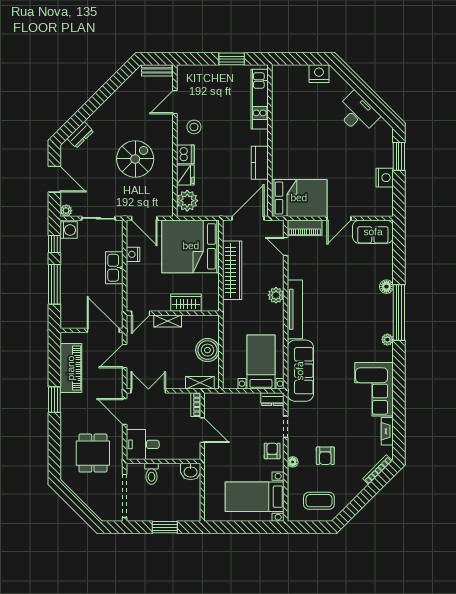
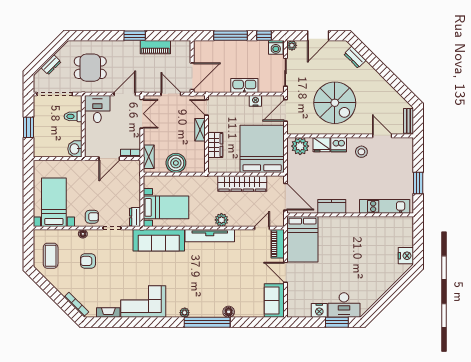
desk: (357, 113) -> (344, 305), moved, turned 45
spiral stairs: (135, 159) -> (335, 103), width x1.37, depth x1.37
piano: (71, 368) -> (155, 47), width x0.73, depth x0.75
dresser: (89, 500) -> (51, 65), added

